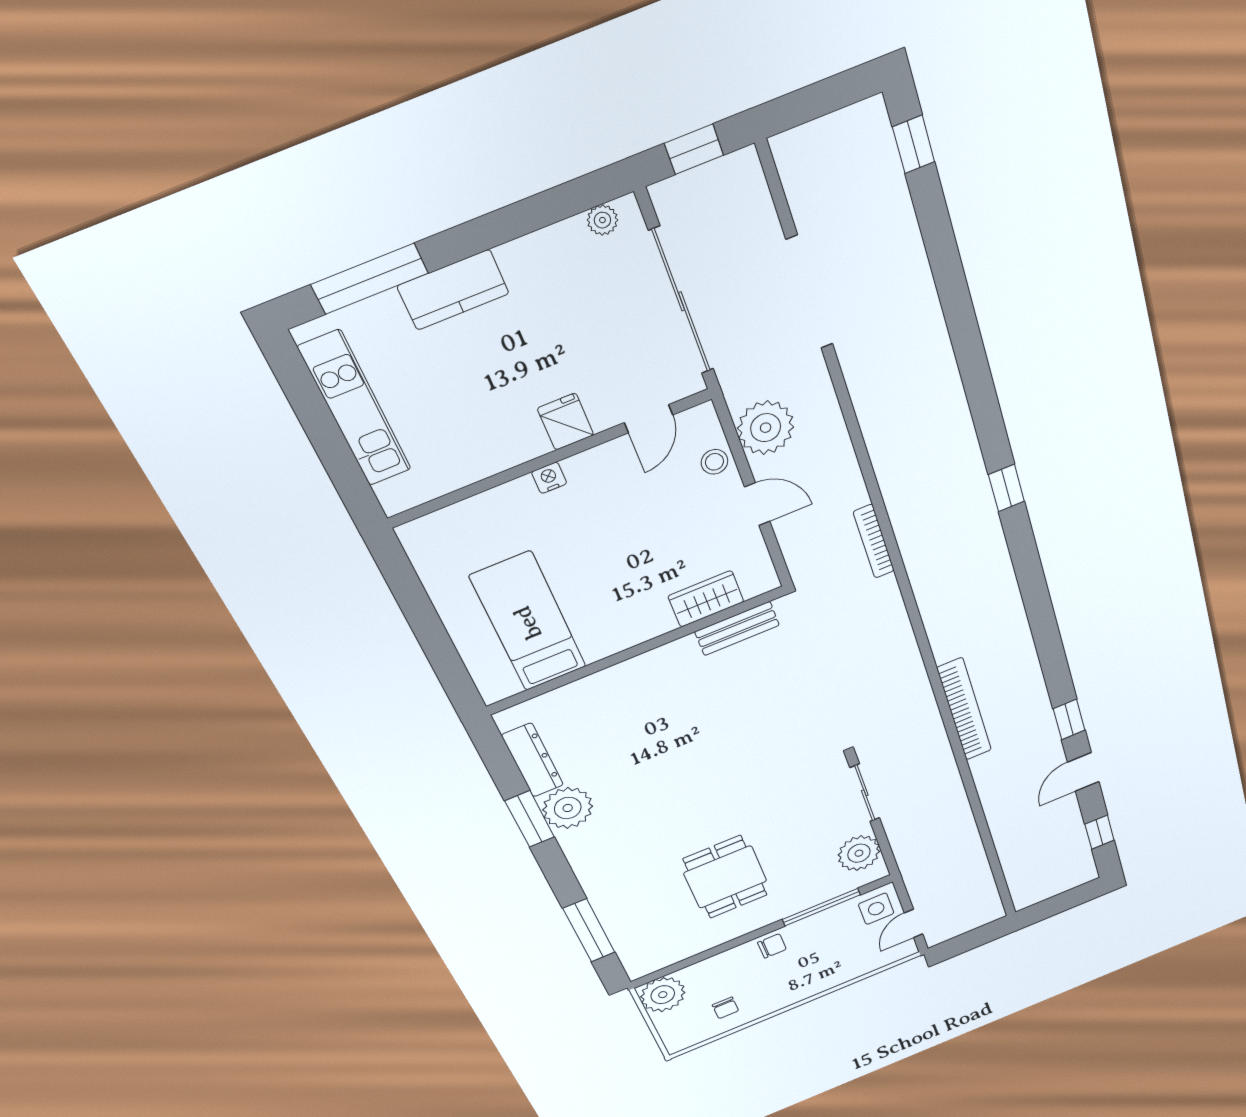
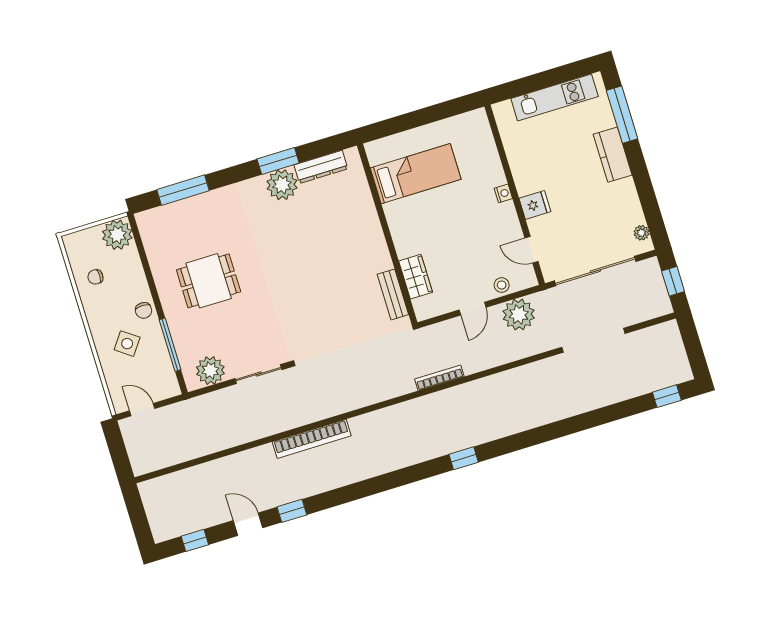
side table: (876, 909) -> (127, 344), moved, turned 36

